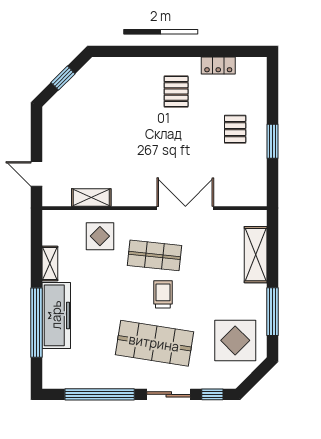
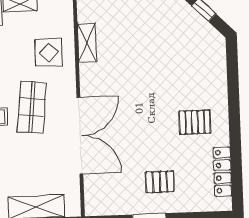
locker: (218, 65) -> (222, 172), width x1.53
double door: (185, 208) -> (80, 136), width x1.36

